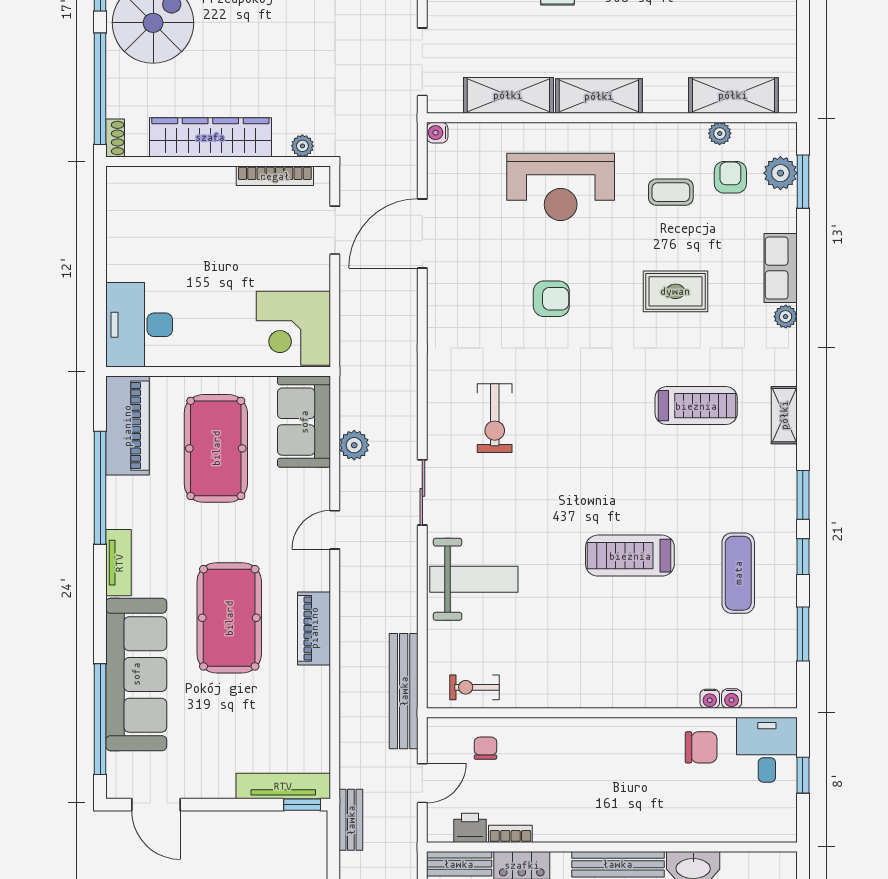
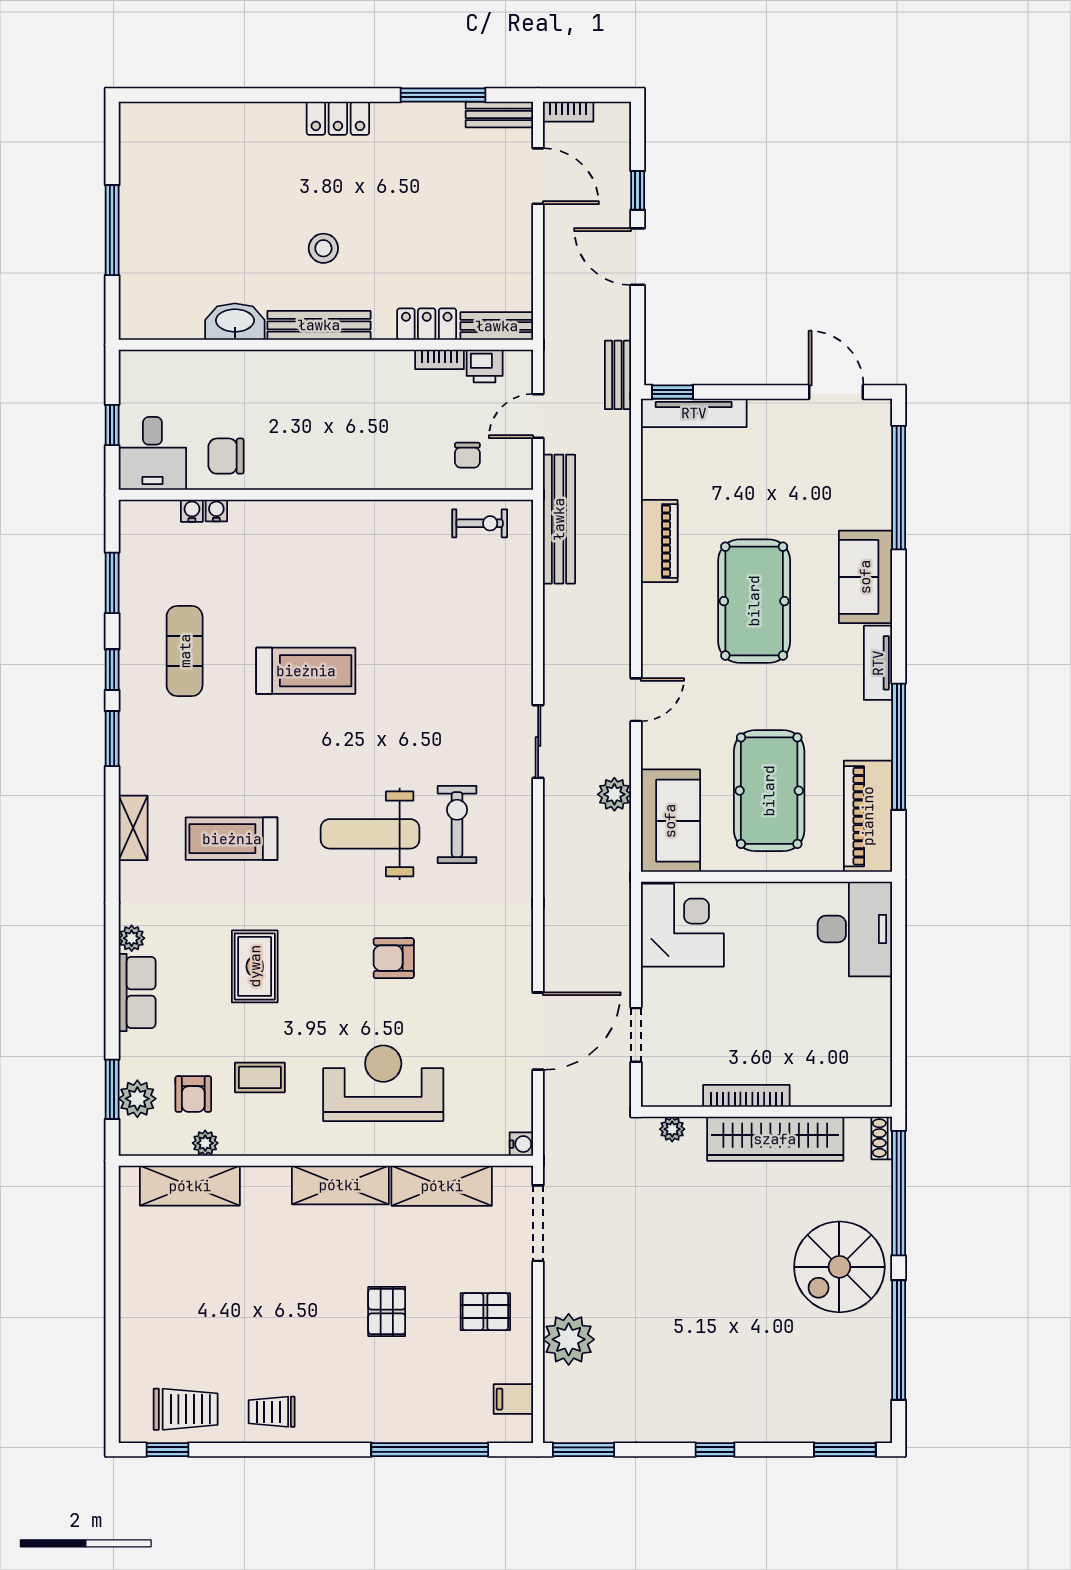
bookcase: (275, 176) -> (746, 1096), moved
rug: (675, 291) -> (255, 966), turned 90
weight bench: (474, 579) -> (370, 834), moved
piano: (314, 628) -> (659, 541), moved
sofa: (136, 674) -> (865, 577), width x0.54, depth x0.79

